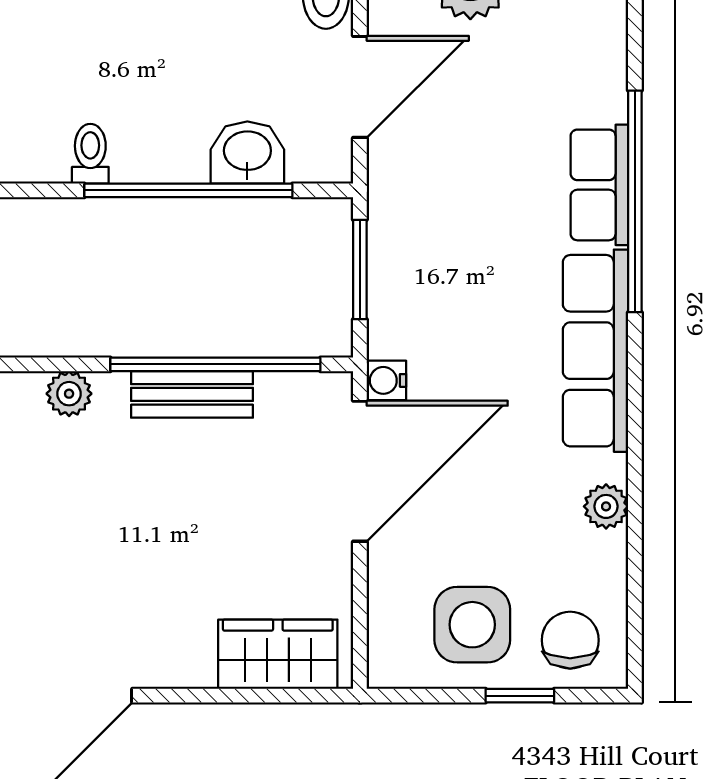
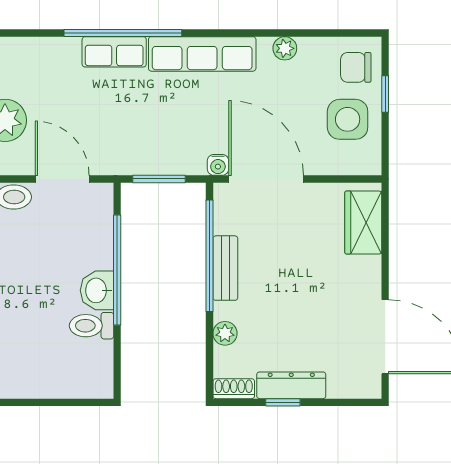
washbasin: (247, 153) -> (97, 290), moved
toilet: (90, 154) -> (91, 326), width x1.37, depth x1.39

